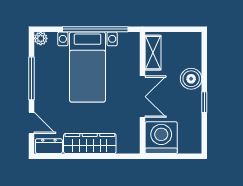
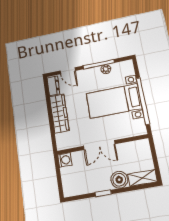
plant: (41, 38) -> (106, 69), moved
shelving: (153, 53) -> (142, 178), moved
door: (31, 123) -> (68, 71), hinge flipped
washing machine: (161, 138) -> (65, 160), width x0.53, depth x0.53

